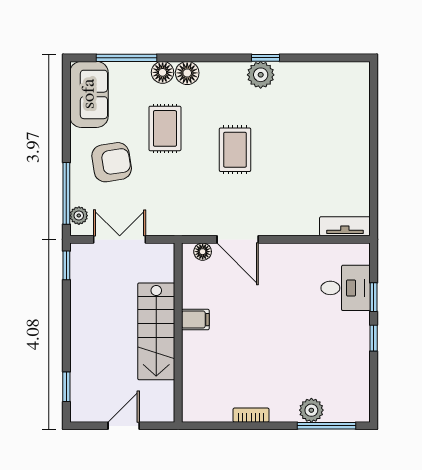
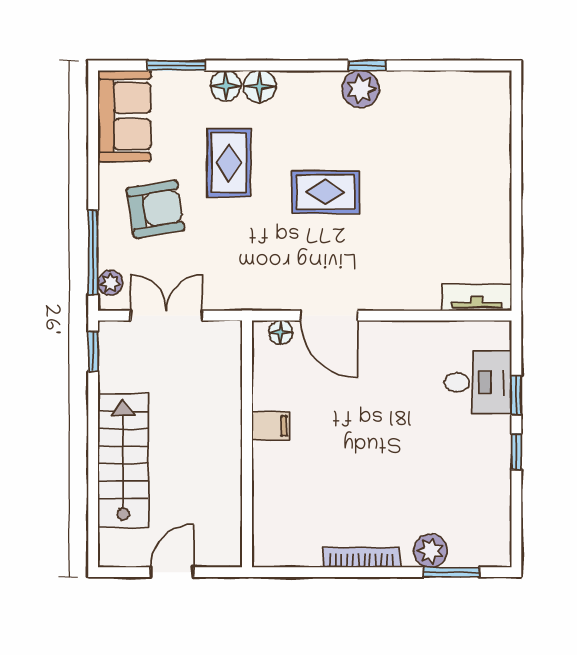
window: (127, 58) -> (176, 66), width x0.69
rug: (235, 150) -> (325, 192), turned 90
stairs: (156, 331) -> (123, 461), moved, turned 180
window: (66, 387) -> (93, 518), removed
bookcase: (251, 415) -> (361, 558), width x1.56
window: (326, 426) -> (451, 572), width x0.69

